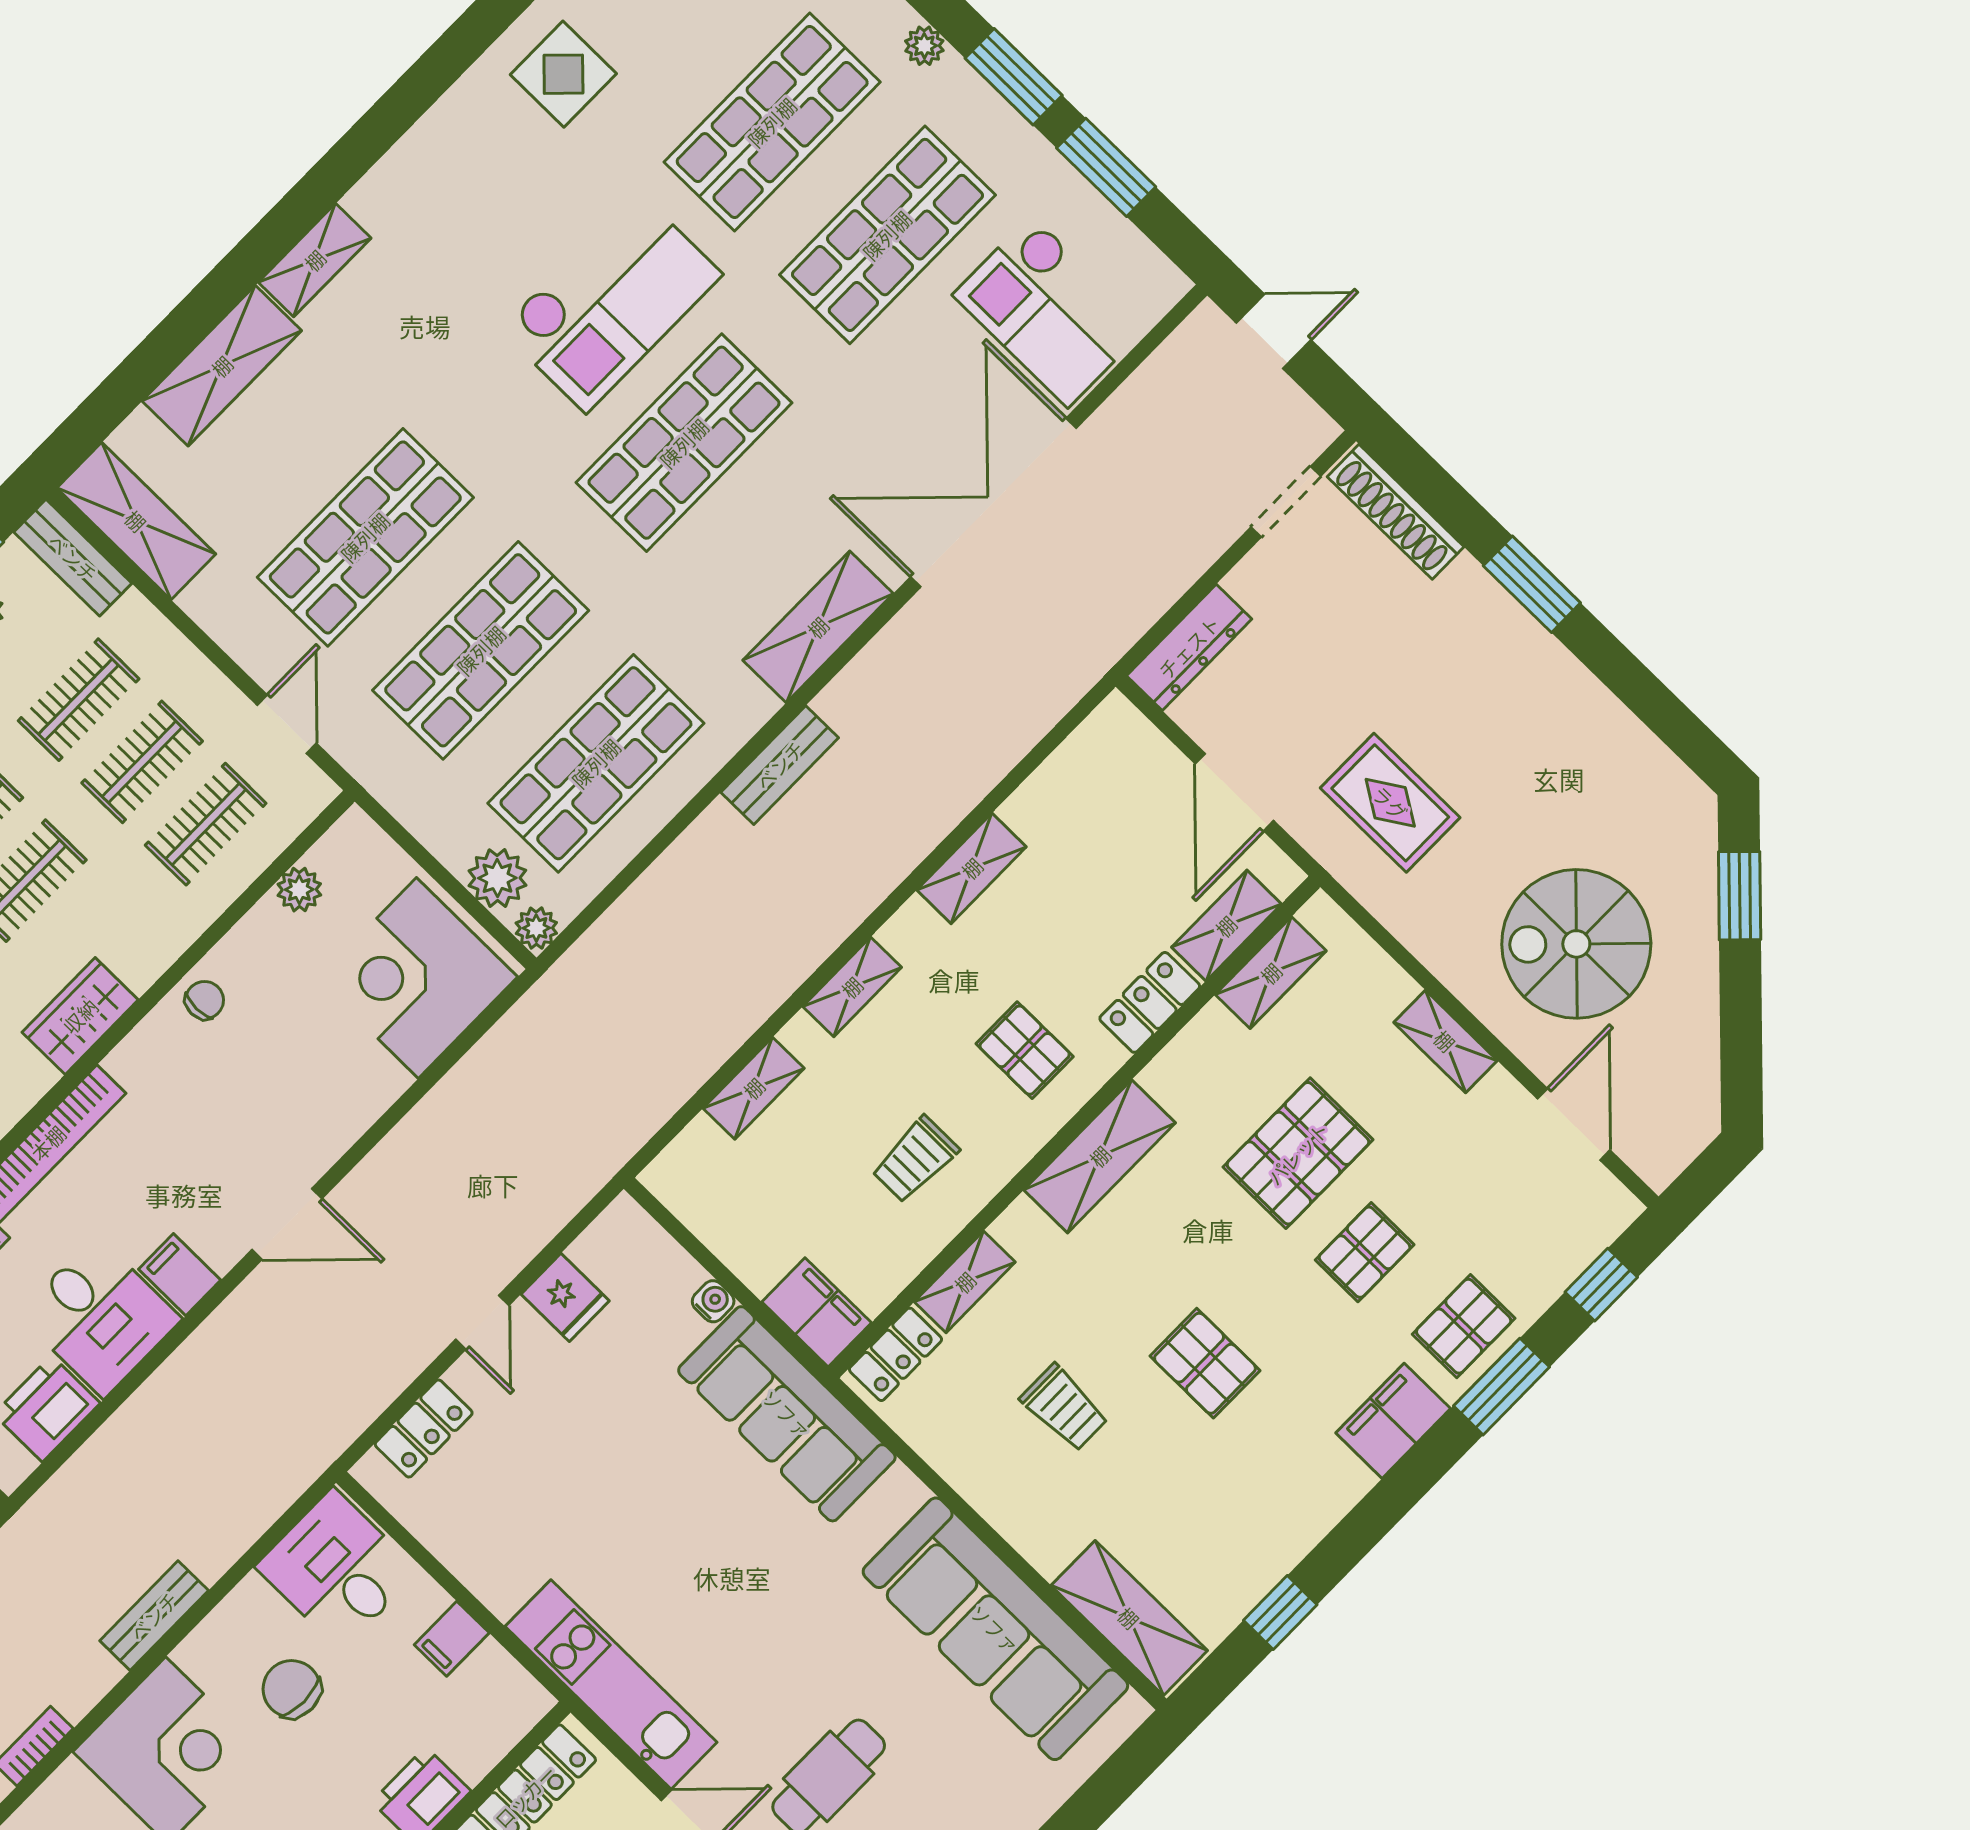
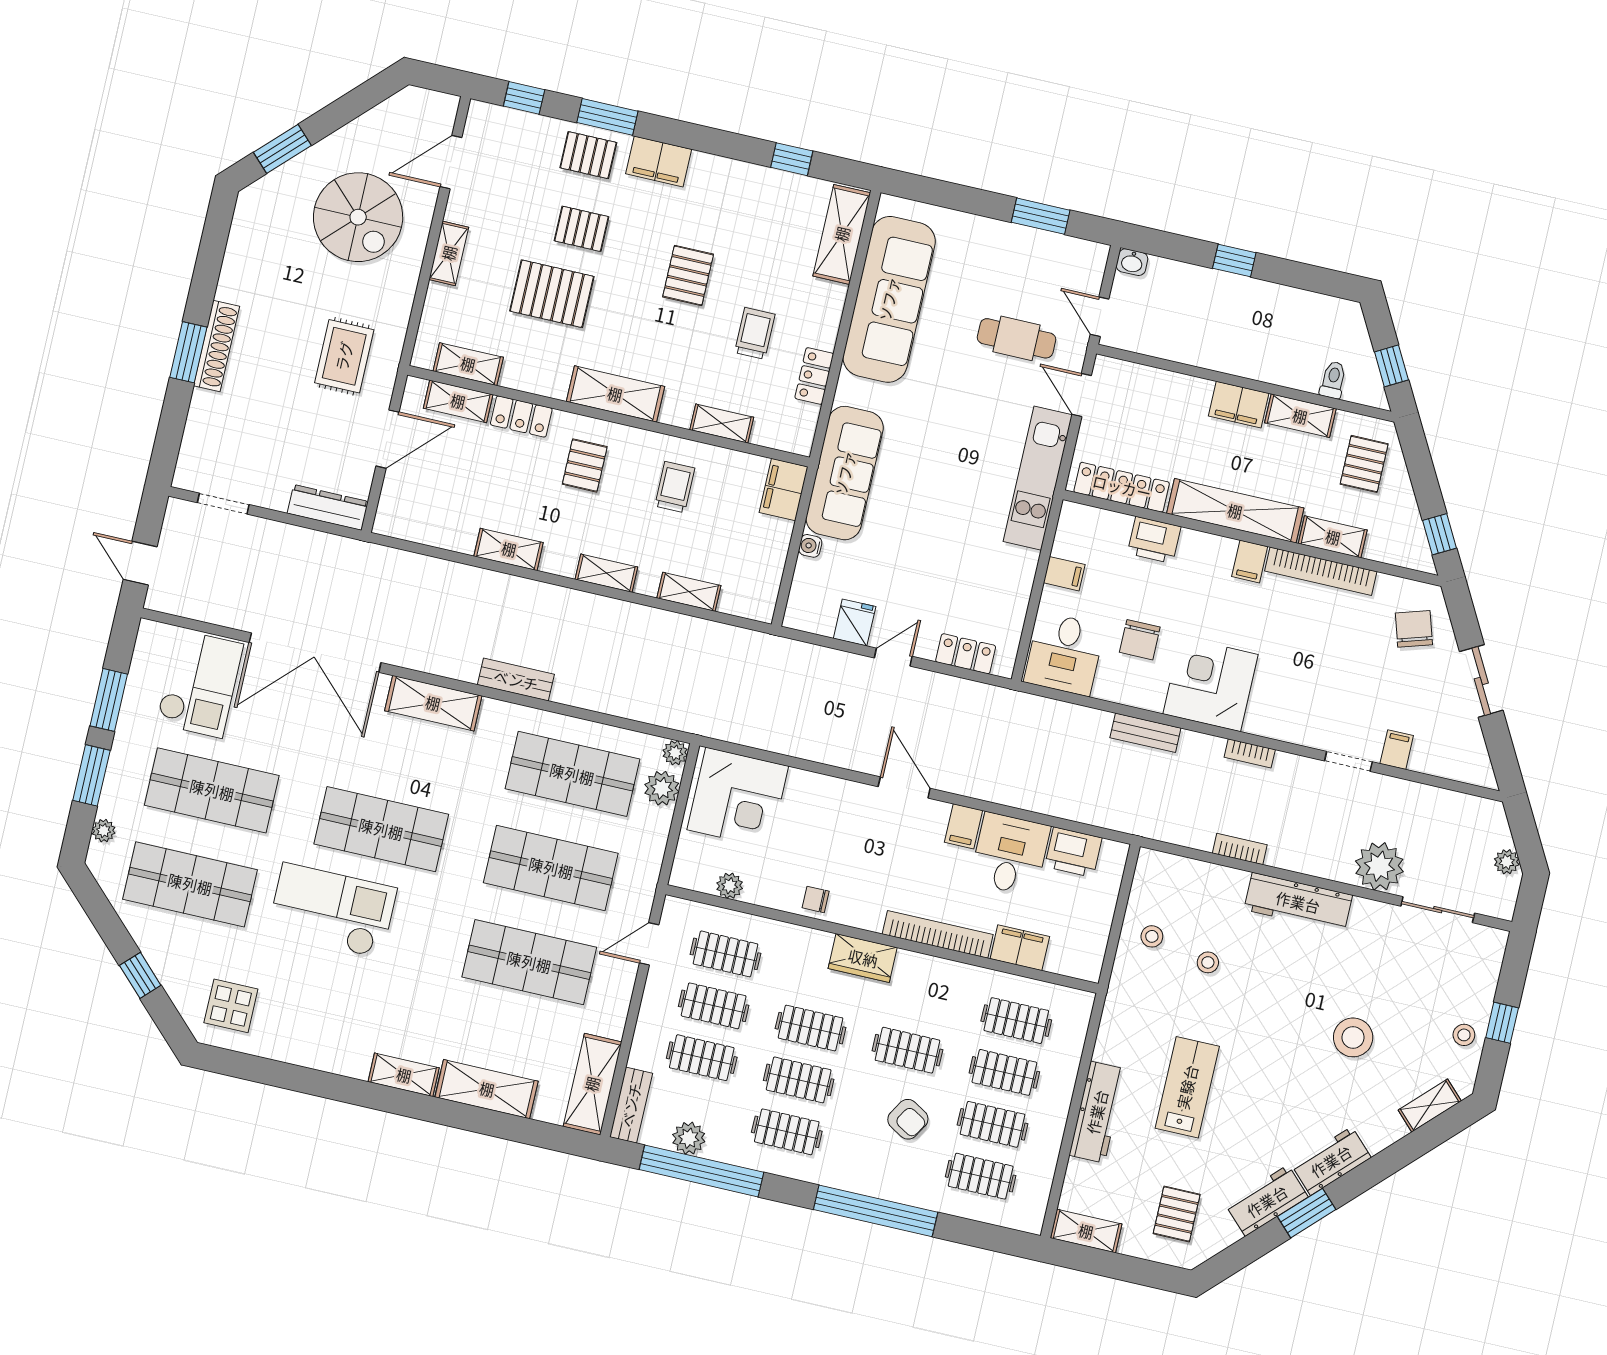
shoe rack: (1396, 512) -> (217, 346), moved
trolley: (915, 1159) -> (675, 487), turned -90
locker: (895, 1354) -> (814, 376), moved, turned -90

